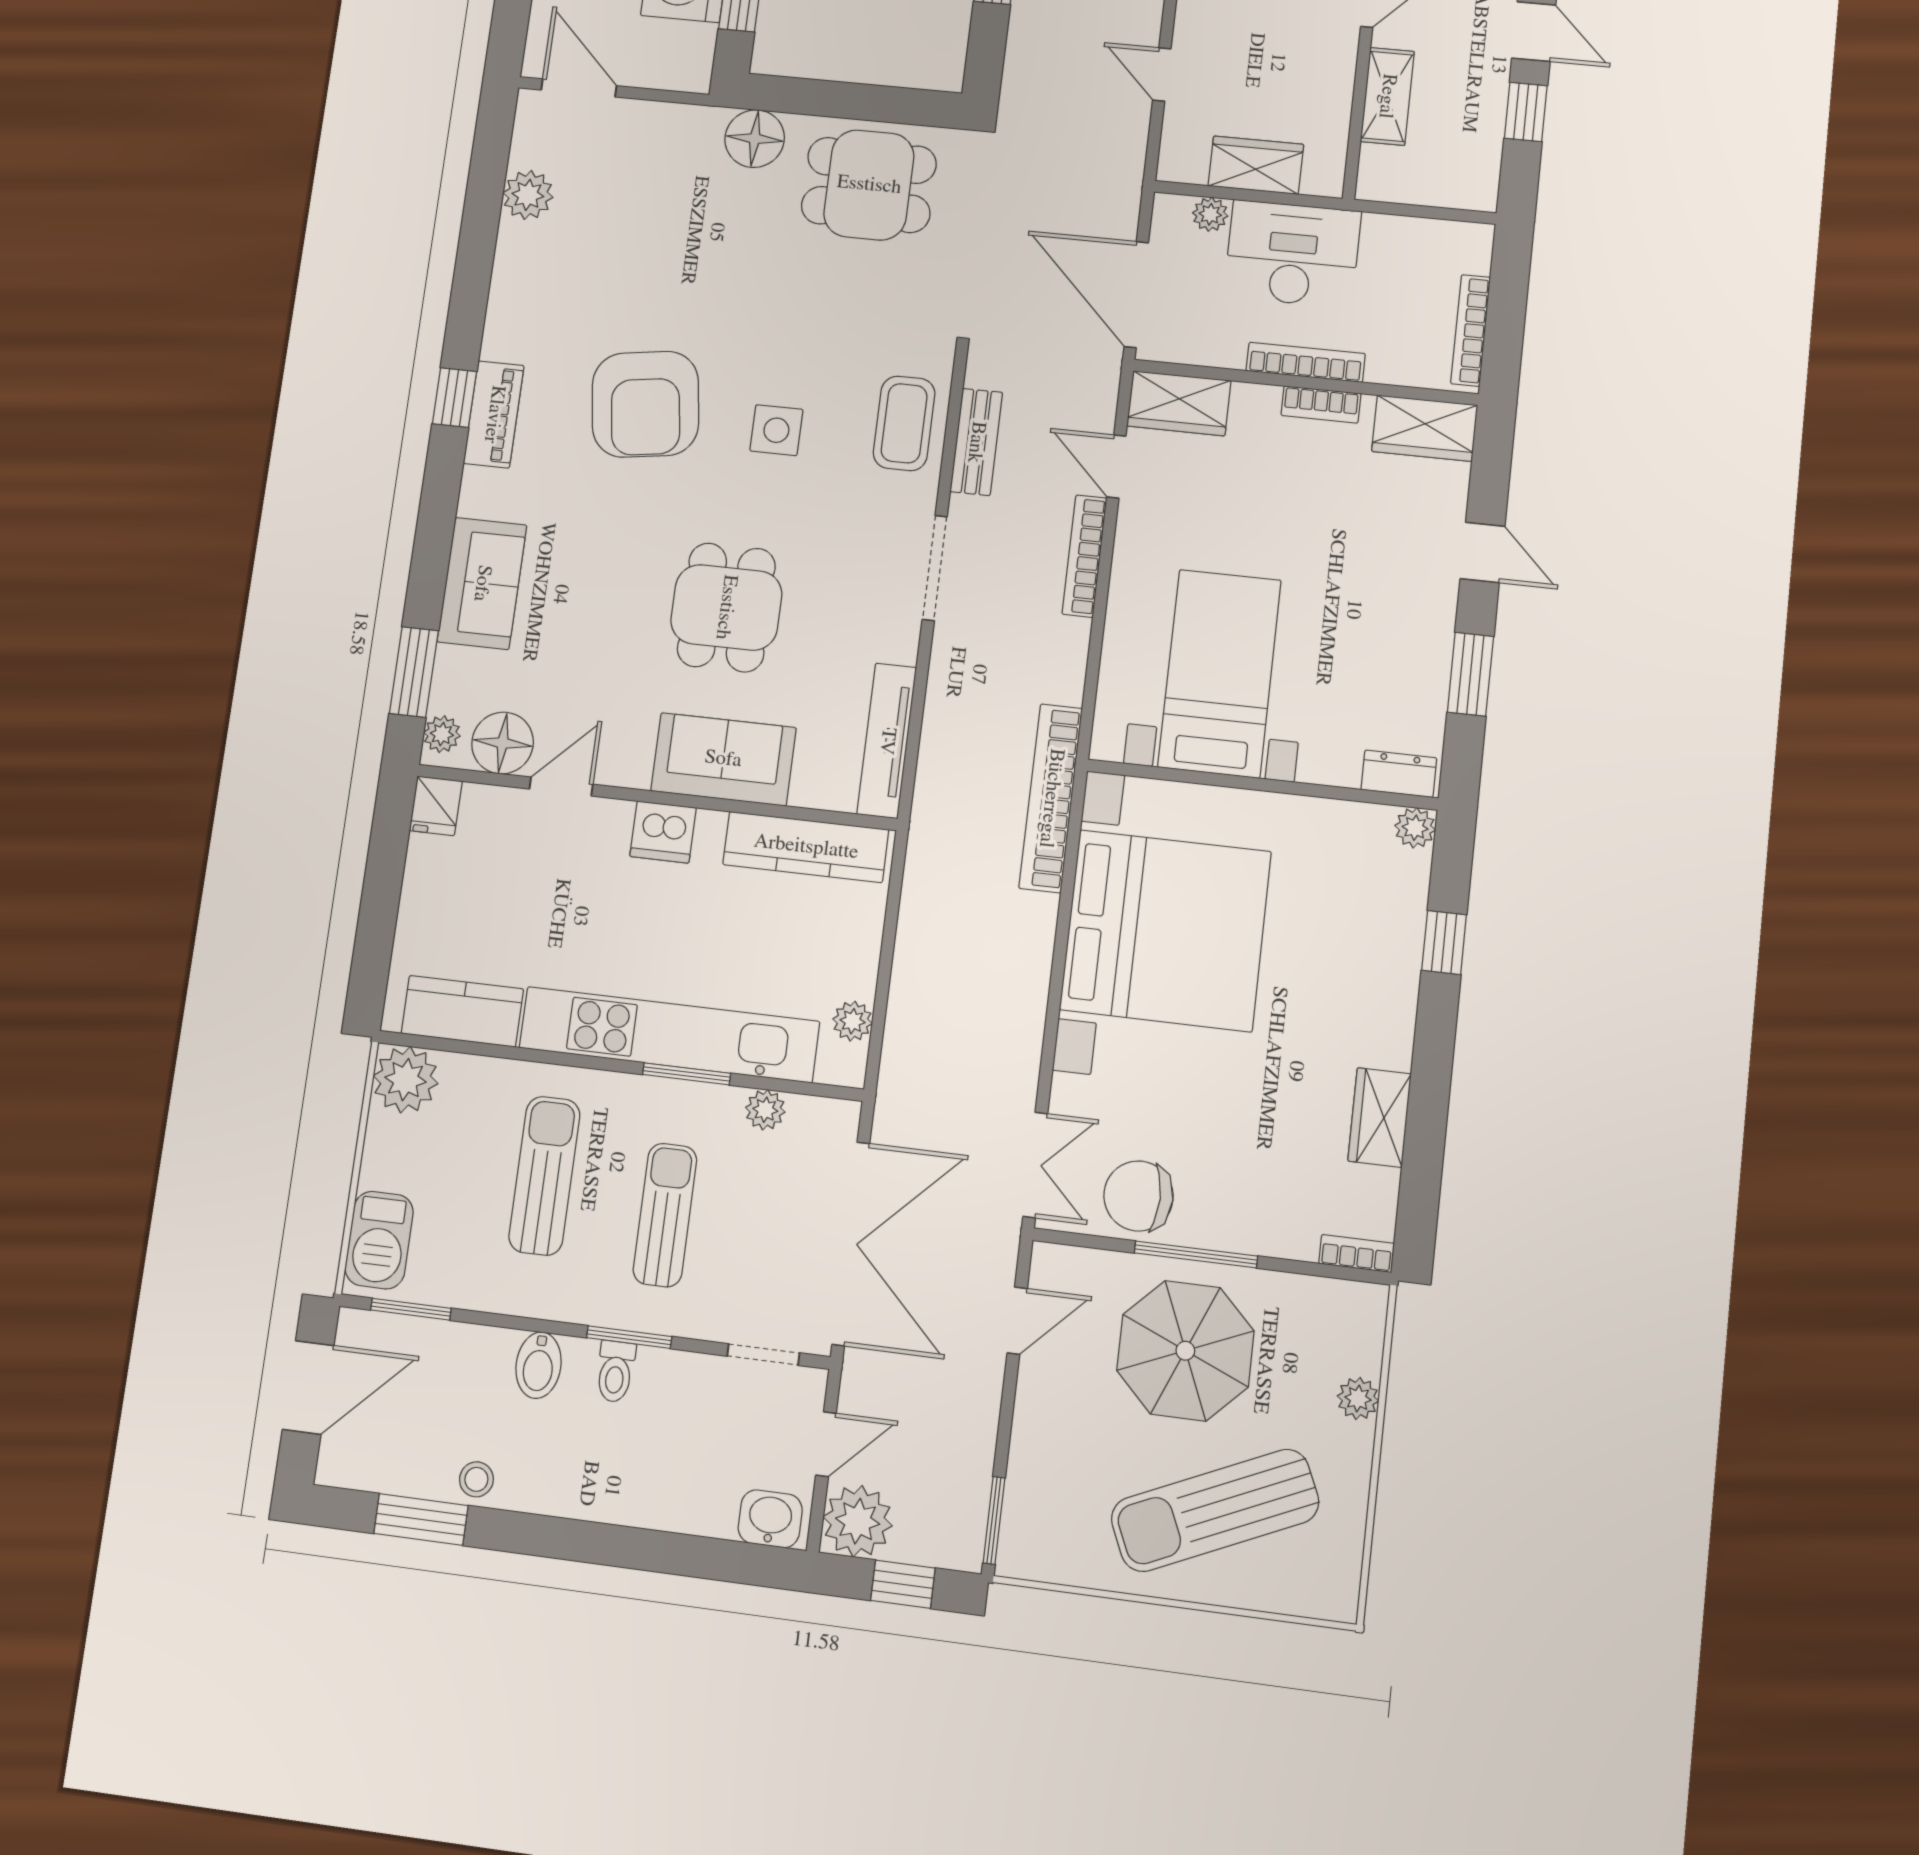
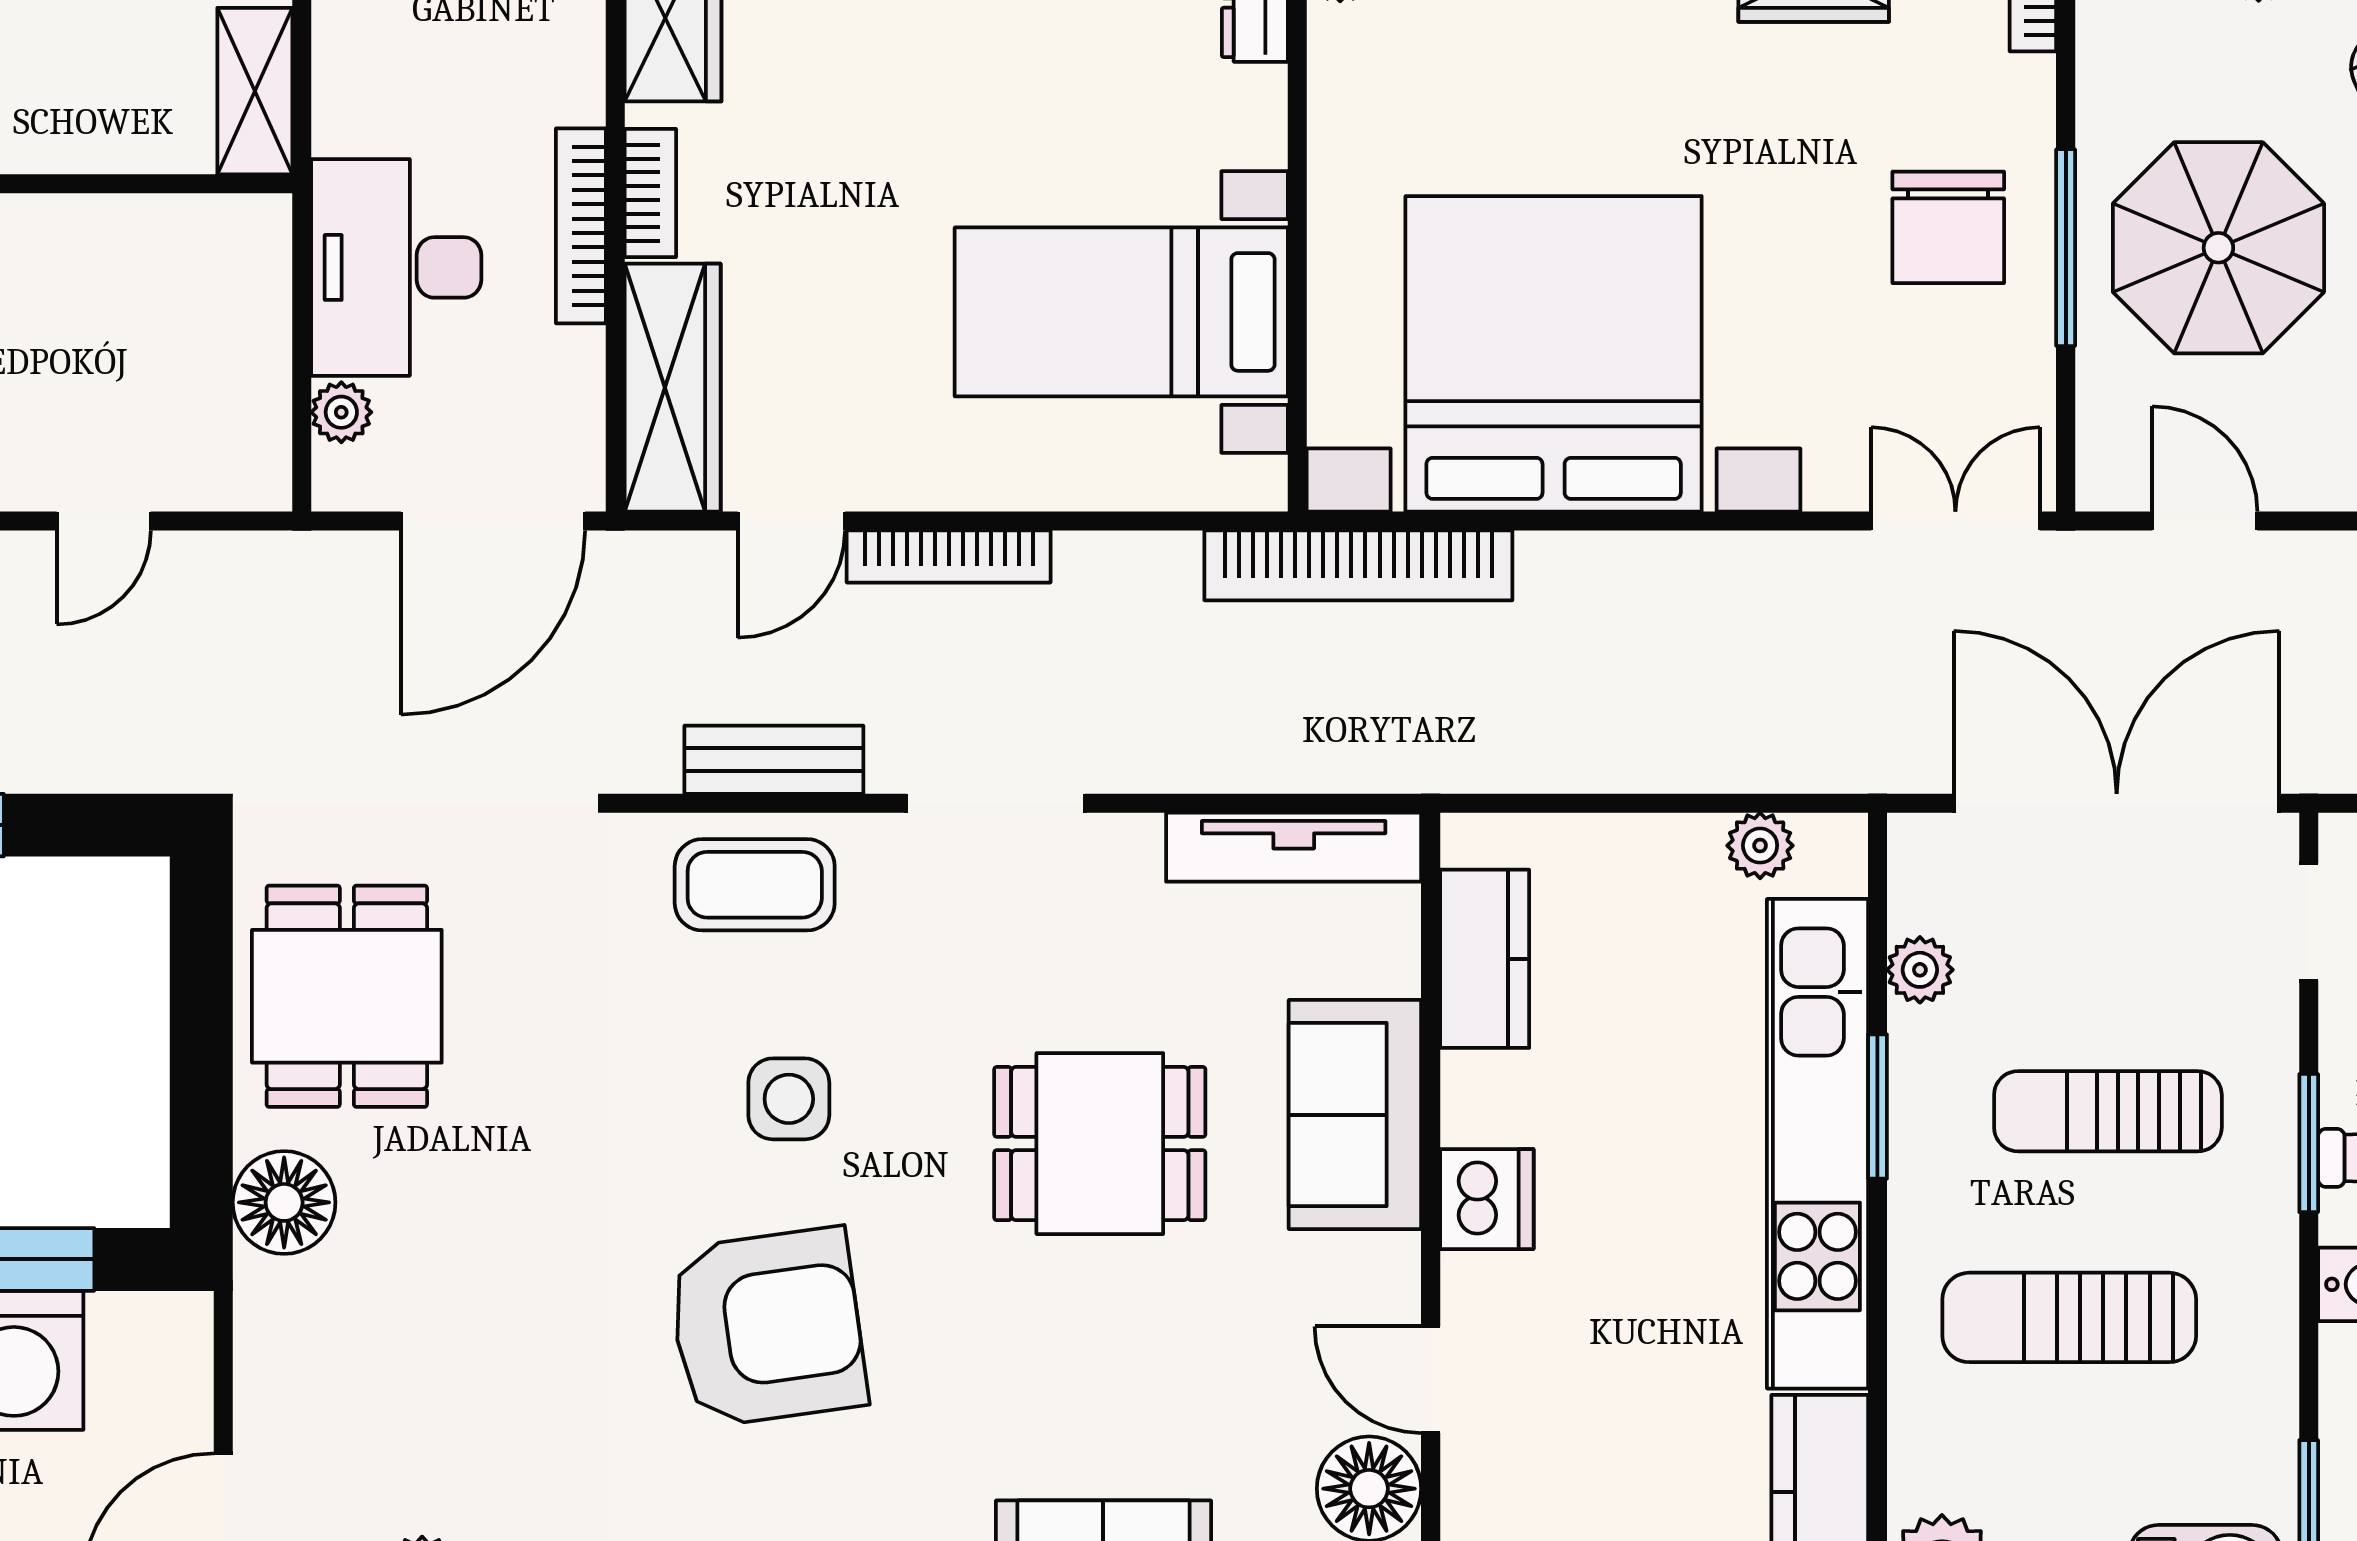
shelving: (1387, 96) -> (255, 91), moved, turned 90
wardrobe: (1256, 165) -> (248, 345), removed
wardrobe: (1179, 403) -> (673, 388), width x1.50
kitchen counter: (806, 847) -> (1485, 959), width x0.67
chair: (1138, 1196) -> (1948, 227), moved

